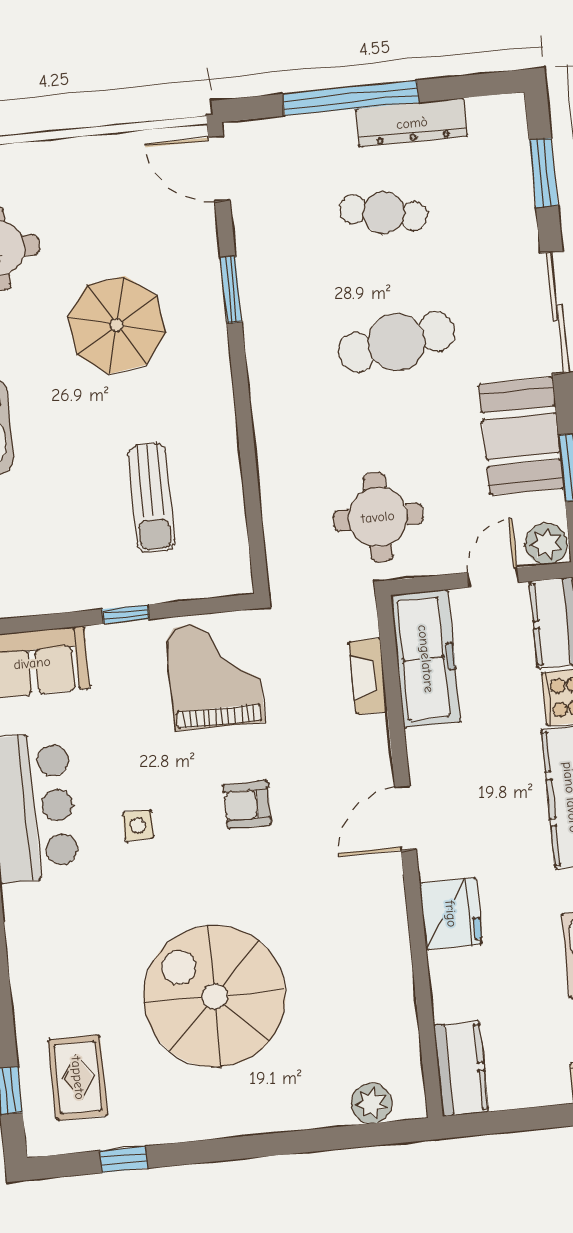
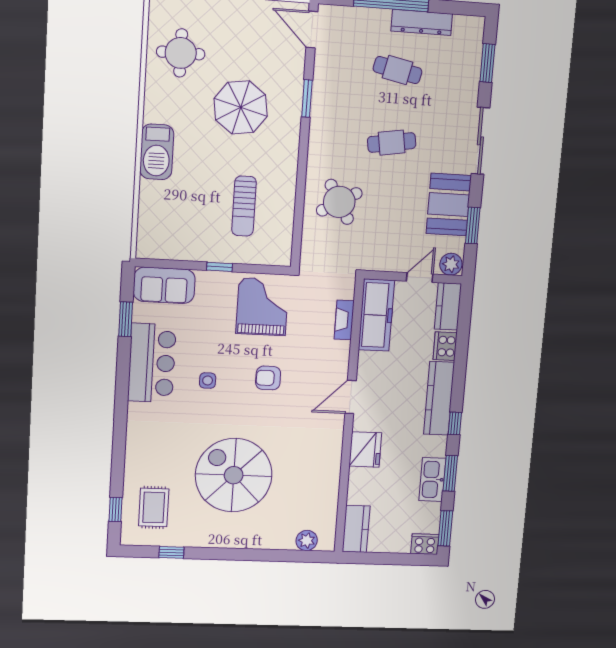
cafe table: (397, 342) -> (392, 143), width x0.73, depth x0.74
round table: (378, 517) -> (339, 202), moved, turned -30

